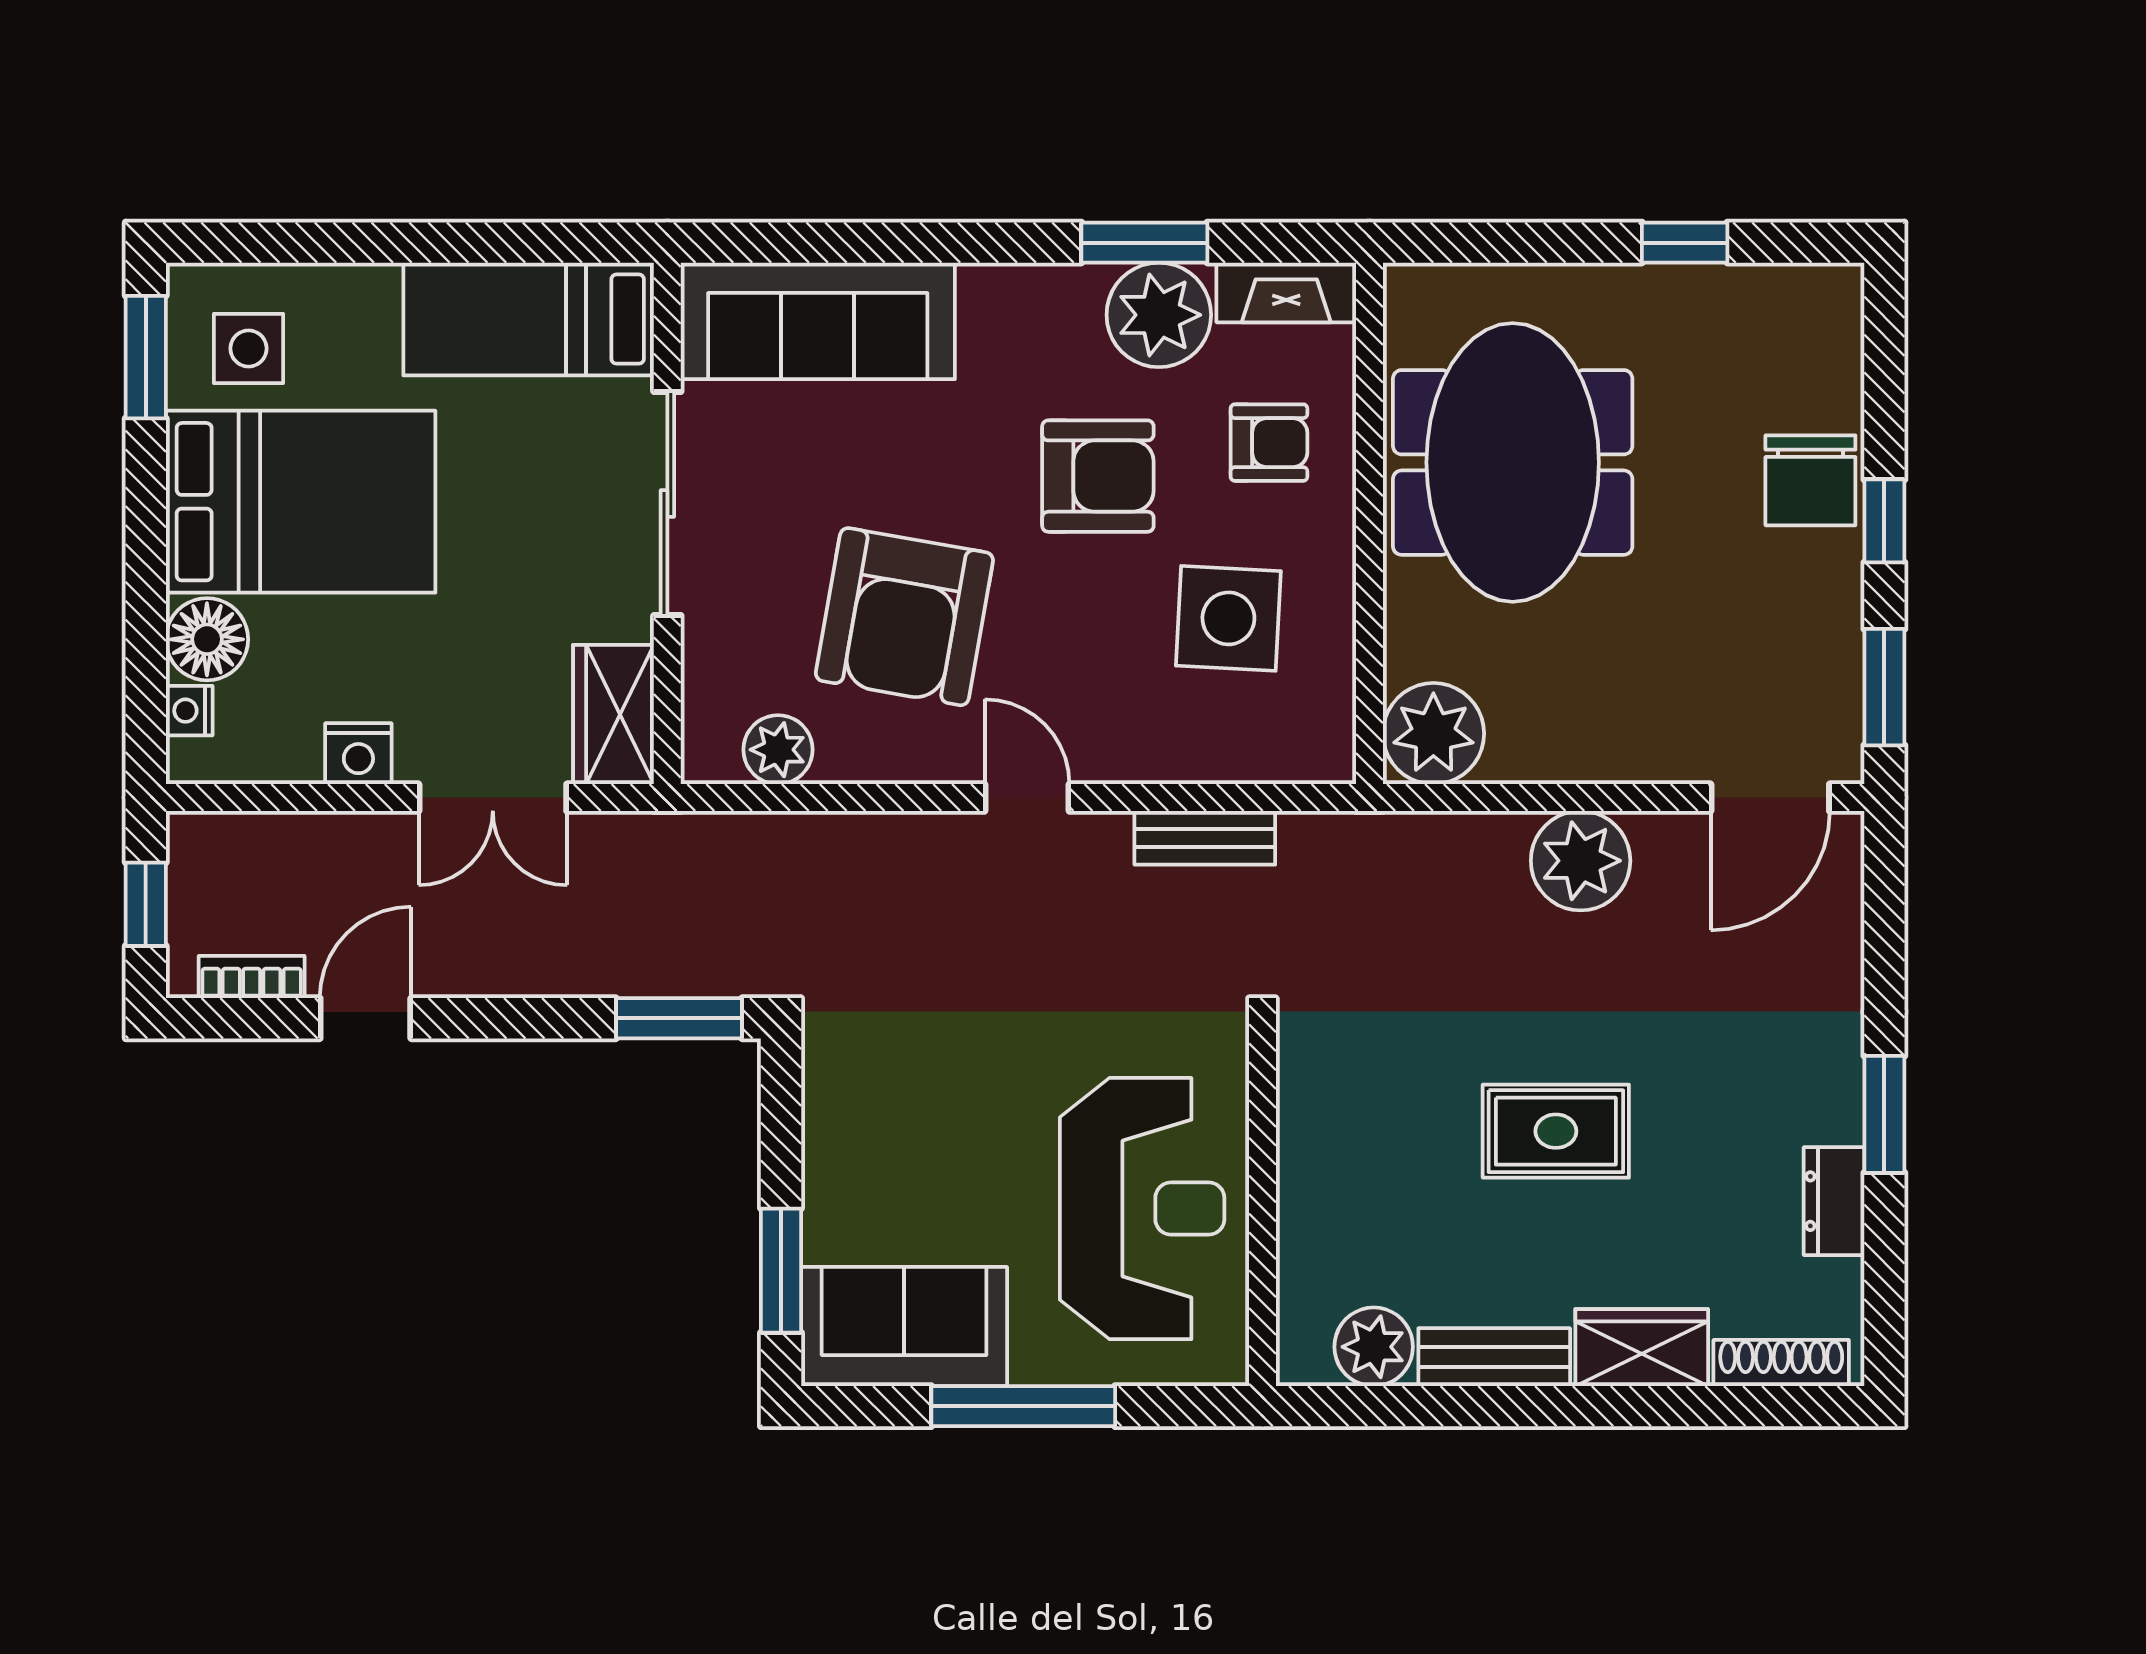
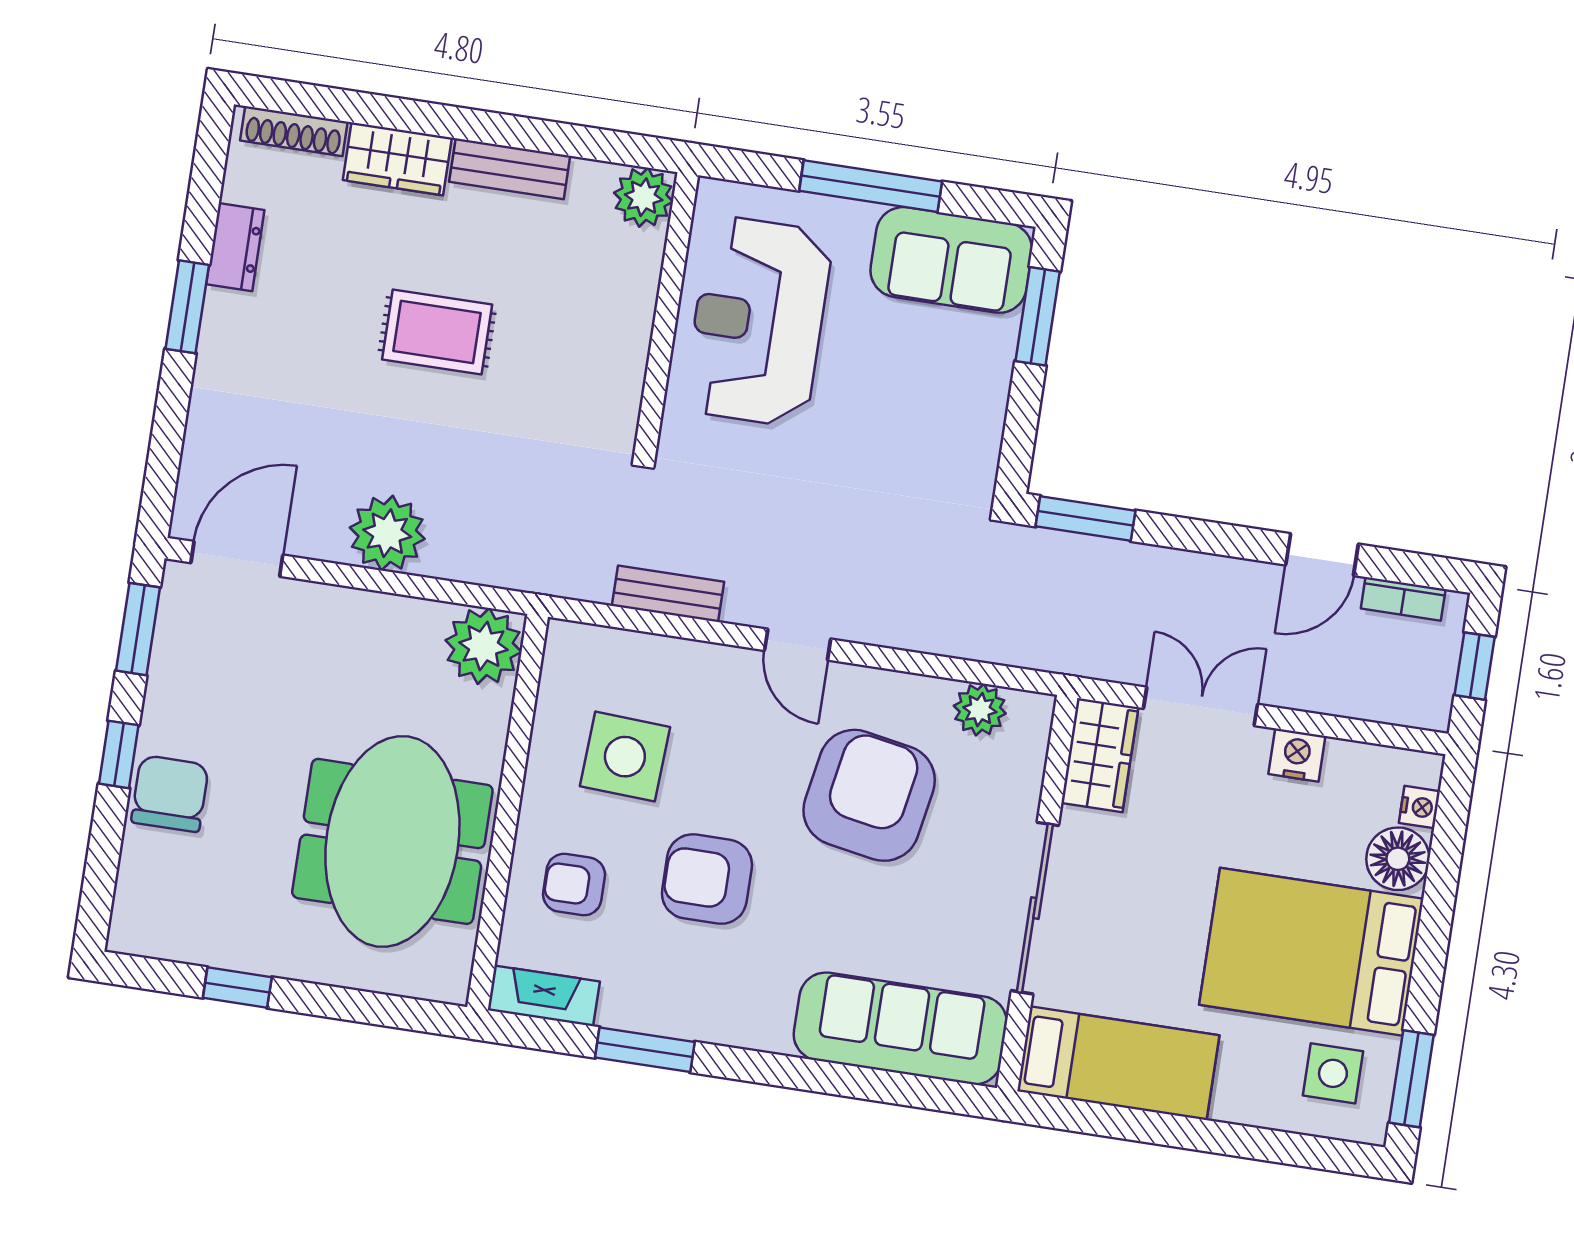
plant: (1159, 315) -> (642, 994), removed
plant: (1374, 1347) -> (644, 197), moved

